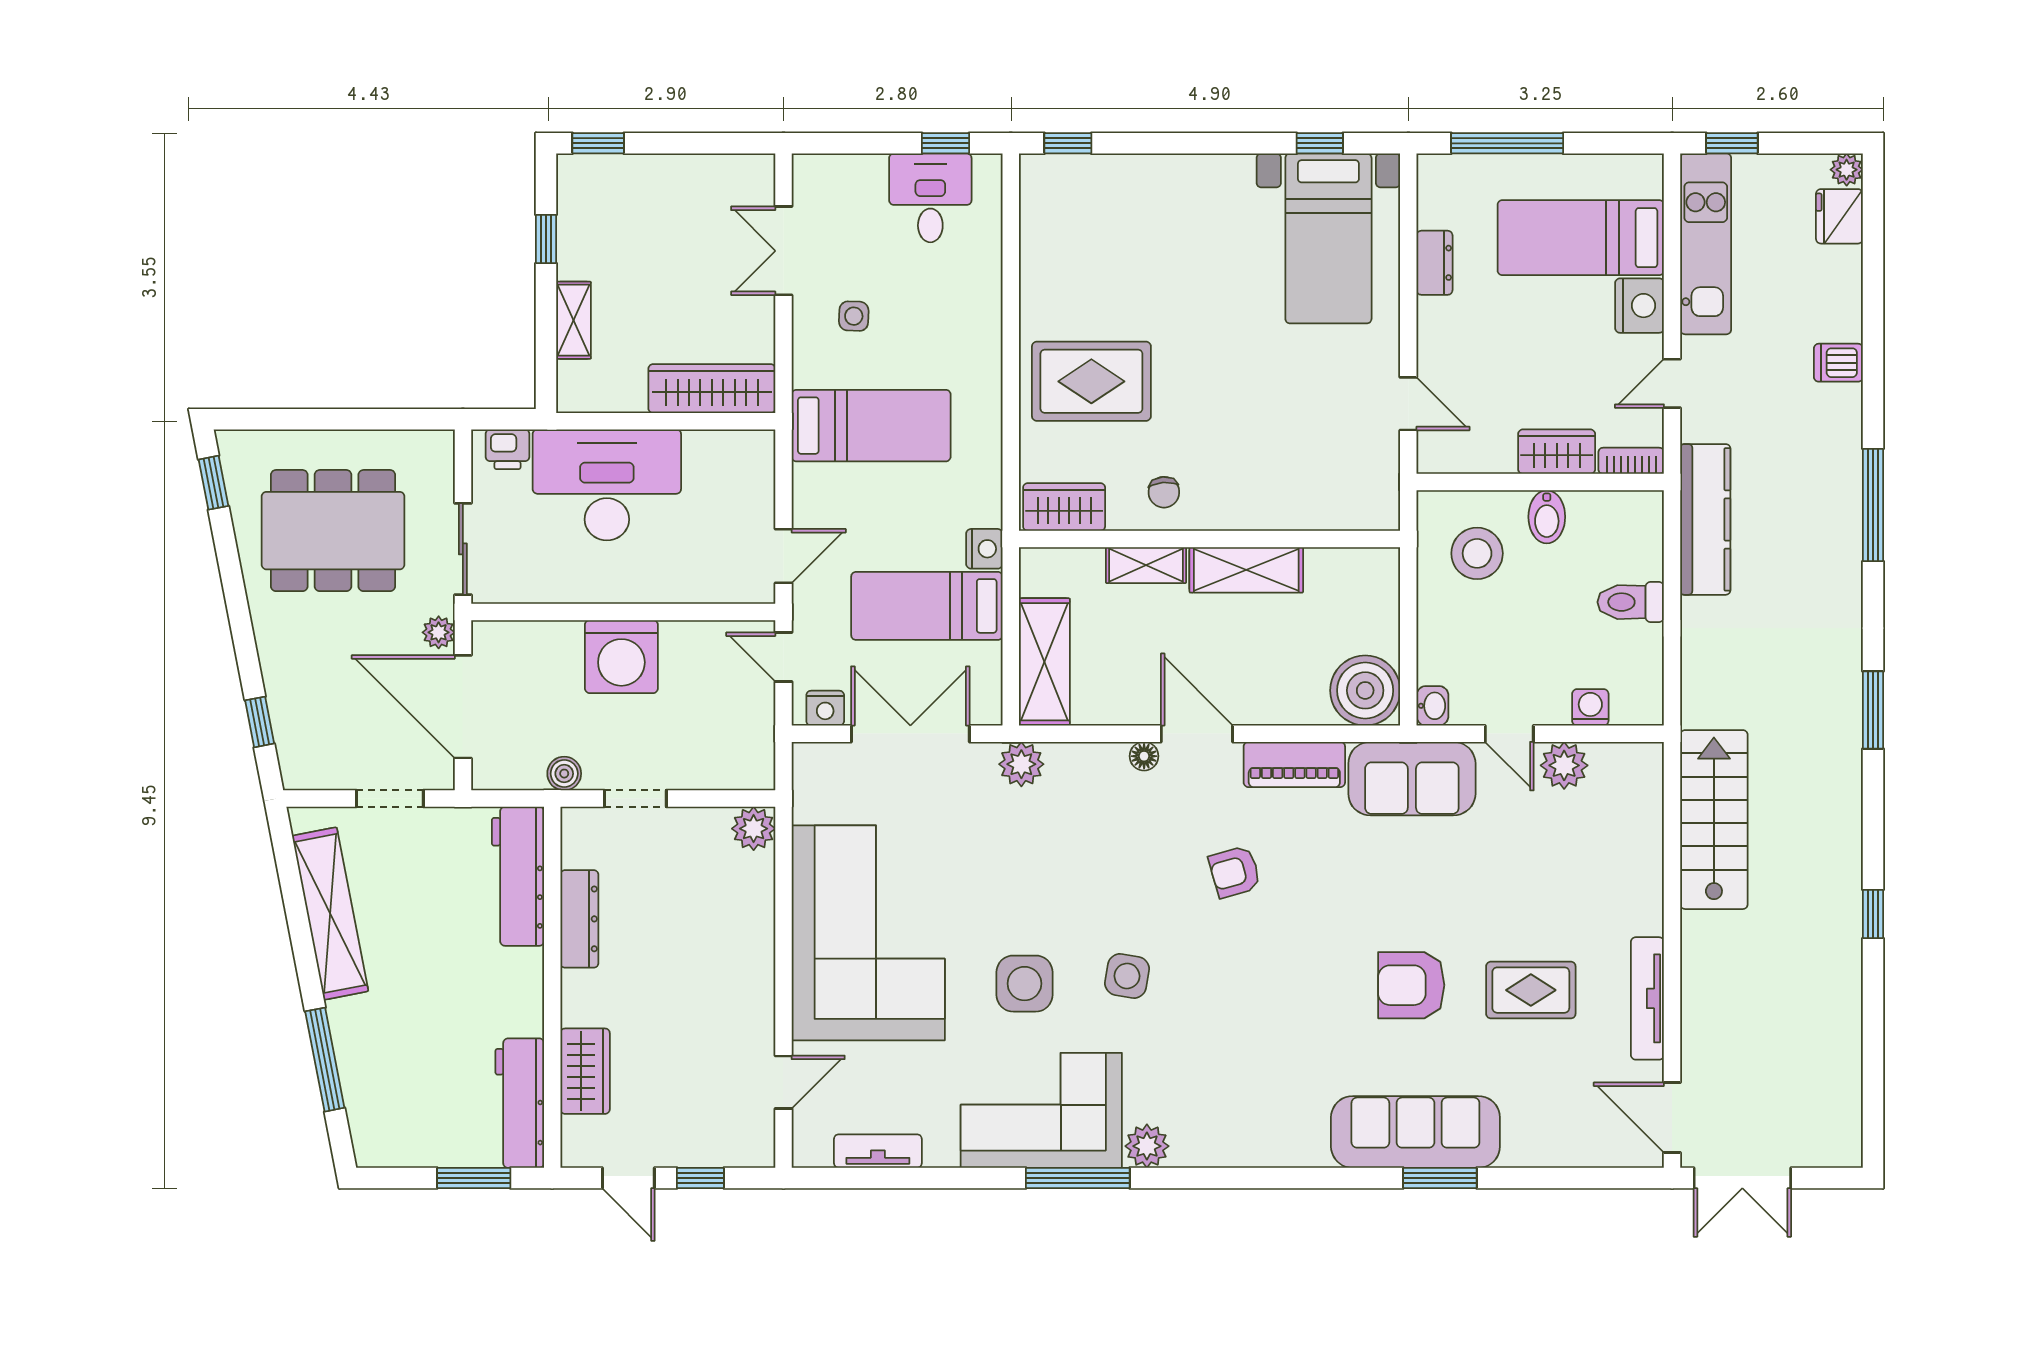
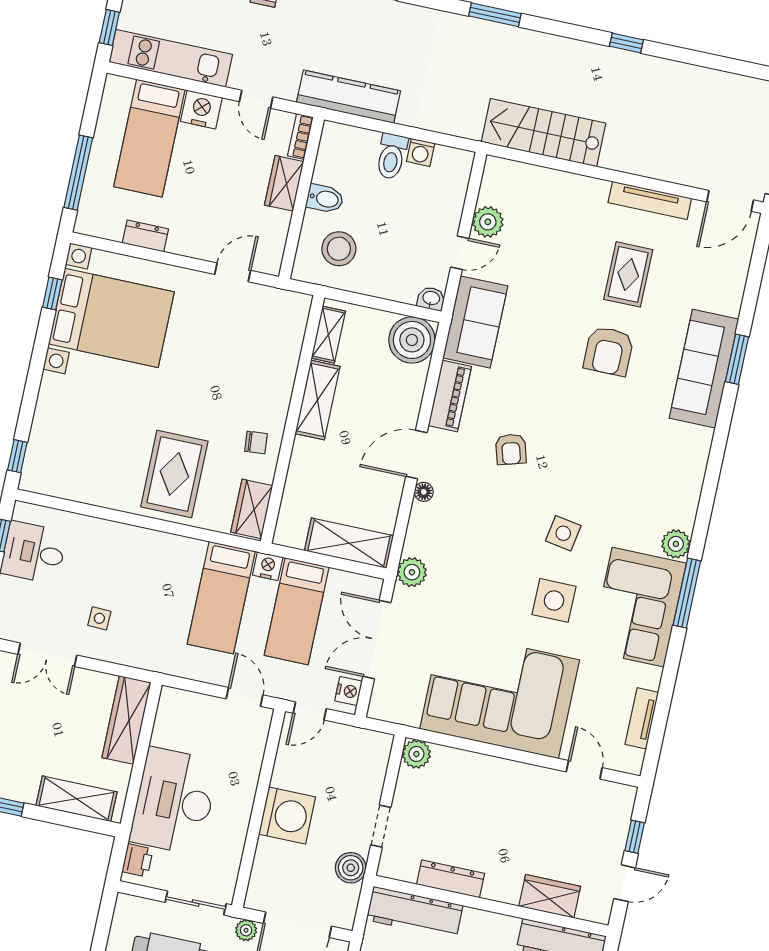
bed with nightstands: (1328, 238) -> (111, 318), width x1.36
shelving: (574, 320) -> (77, 799), width x1.50, depth x1.33
bed: (871, 426) -> (221, 598), moved, turned 180
shelving: (1146, 565) -> (328, 335), moved
washing machine: (1590, 707) -> (421, 152), moved, turned -90
boiler: (564, 774) -> (351, 868), width x1.36, depth x1.36

